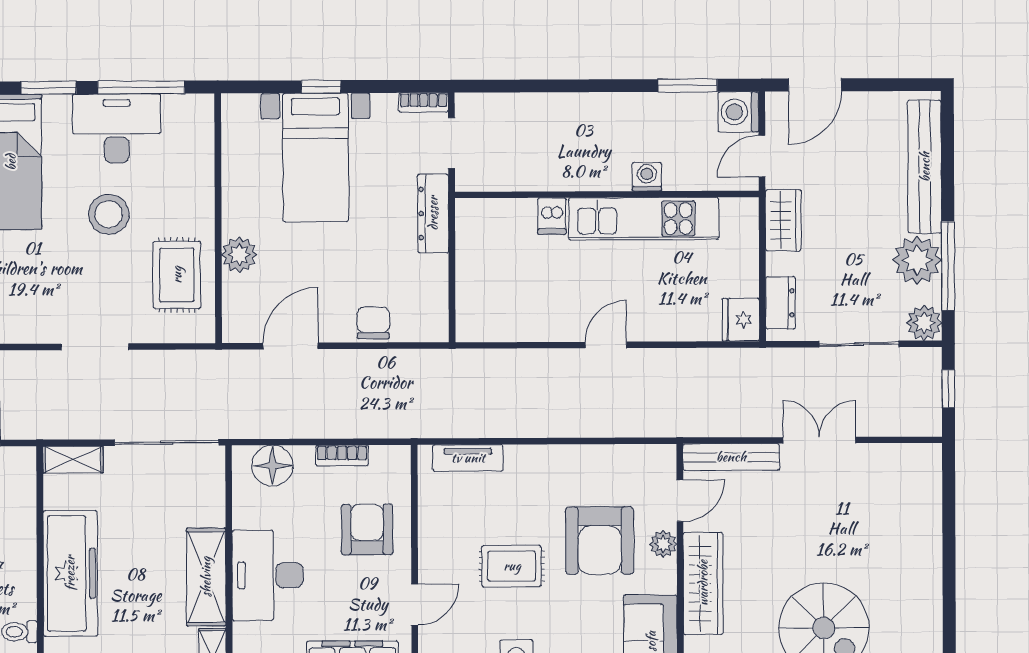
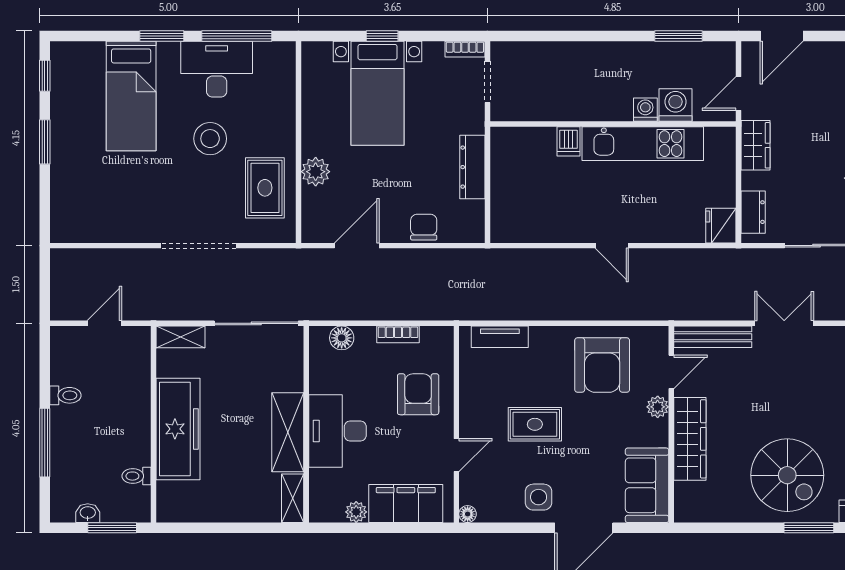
washing machine: (738, 112) -> (675, 105), moved, turned 90
dresser: (433, 213) -> (472, 167), moved
door: (606, 345) -> (612, 246), swing flipped
doorway: (95, 347) -> (198, 246), width x1.36
floor lamp: (272, 466) -> (342, 338), width x0.73, depth x0.73
armchair: (600, 540) -> (602, 365), moved

